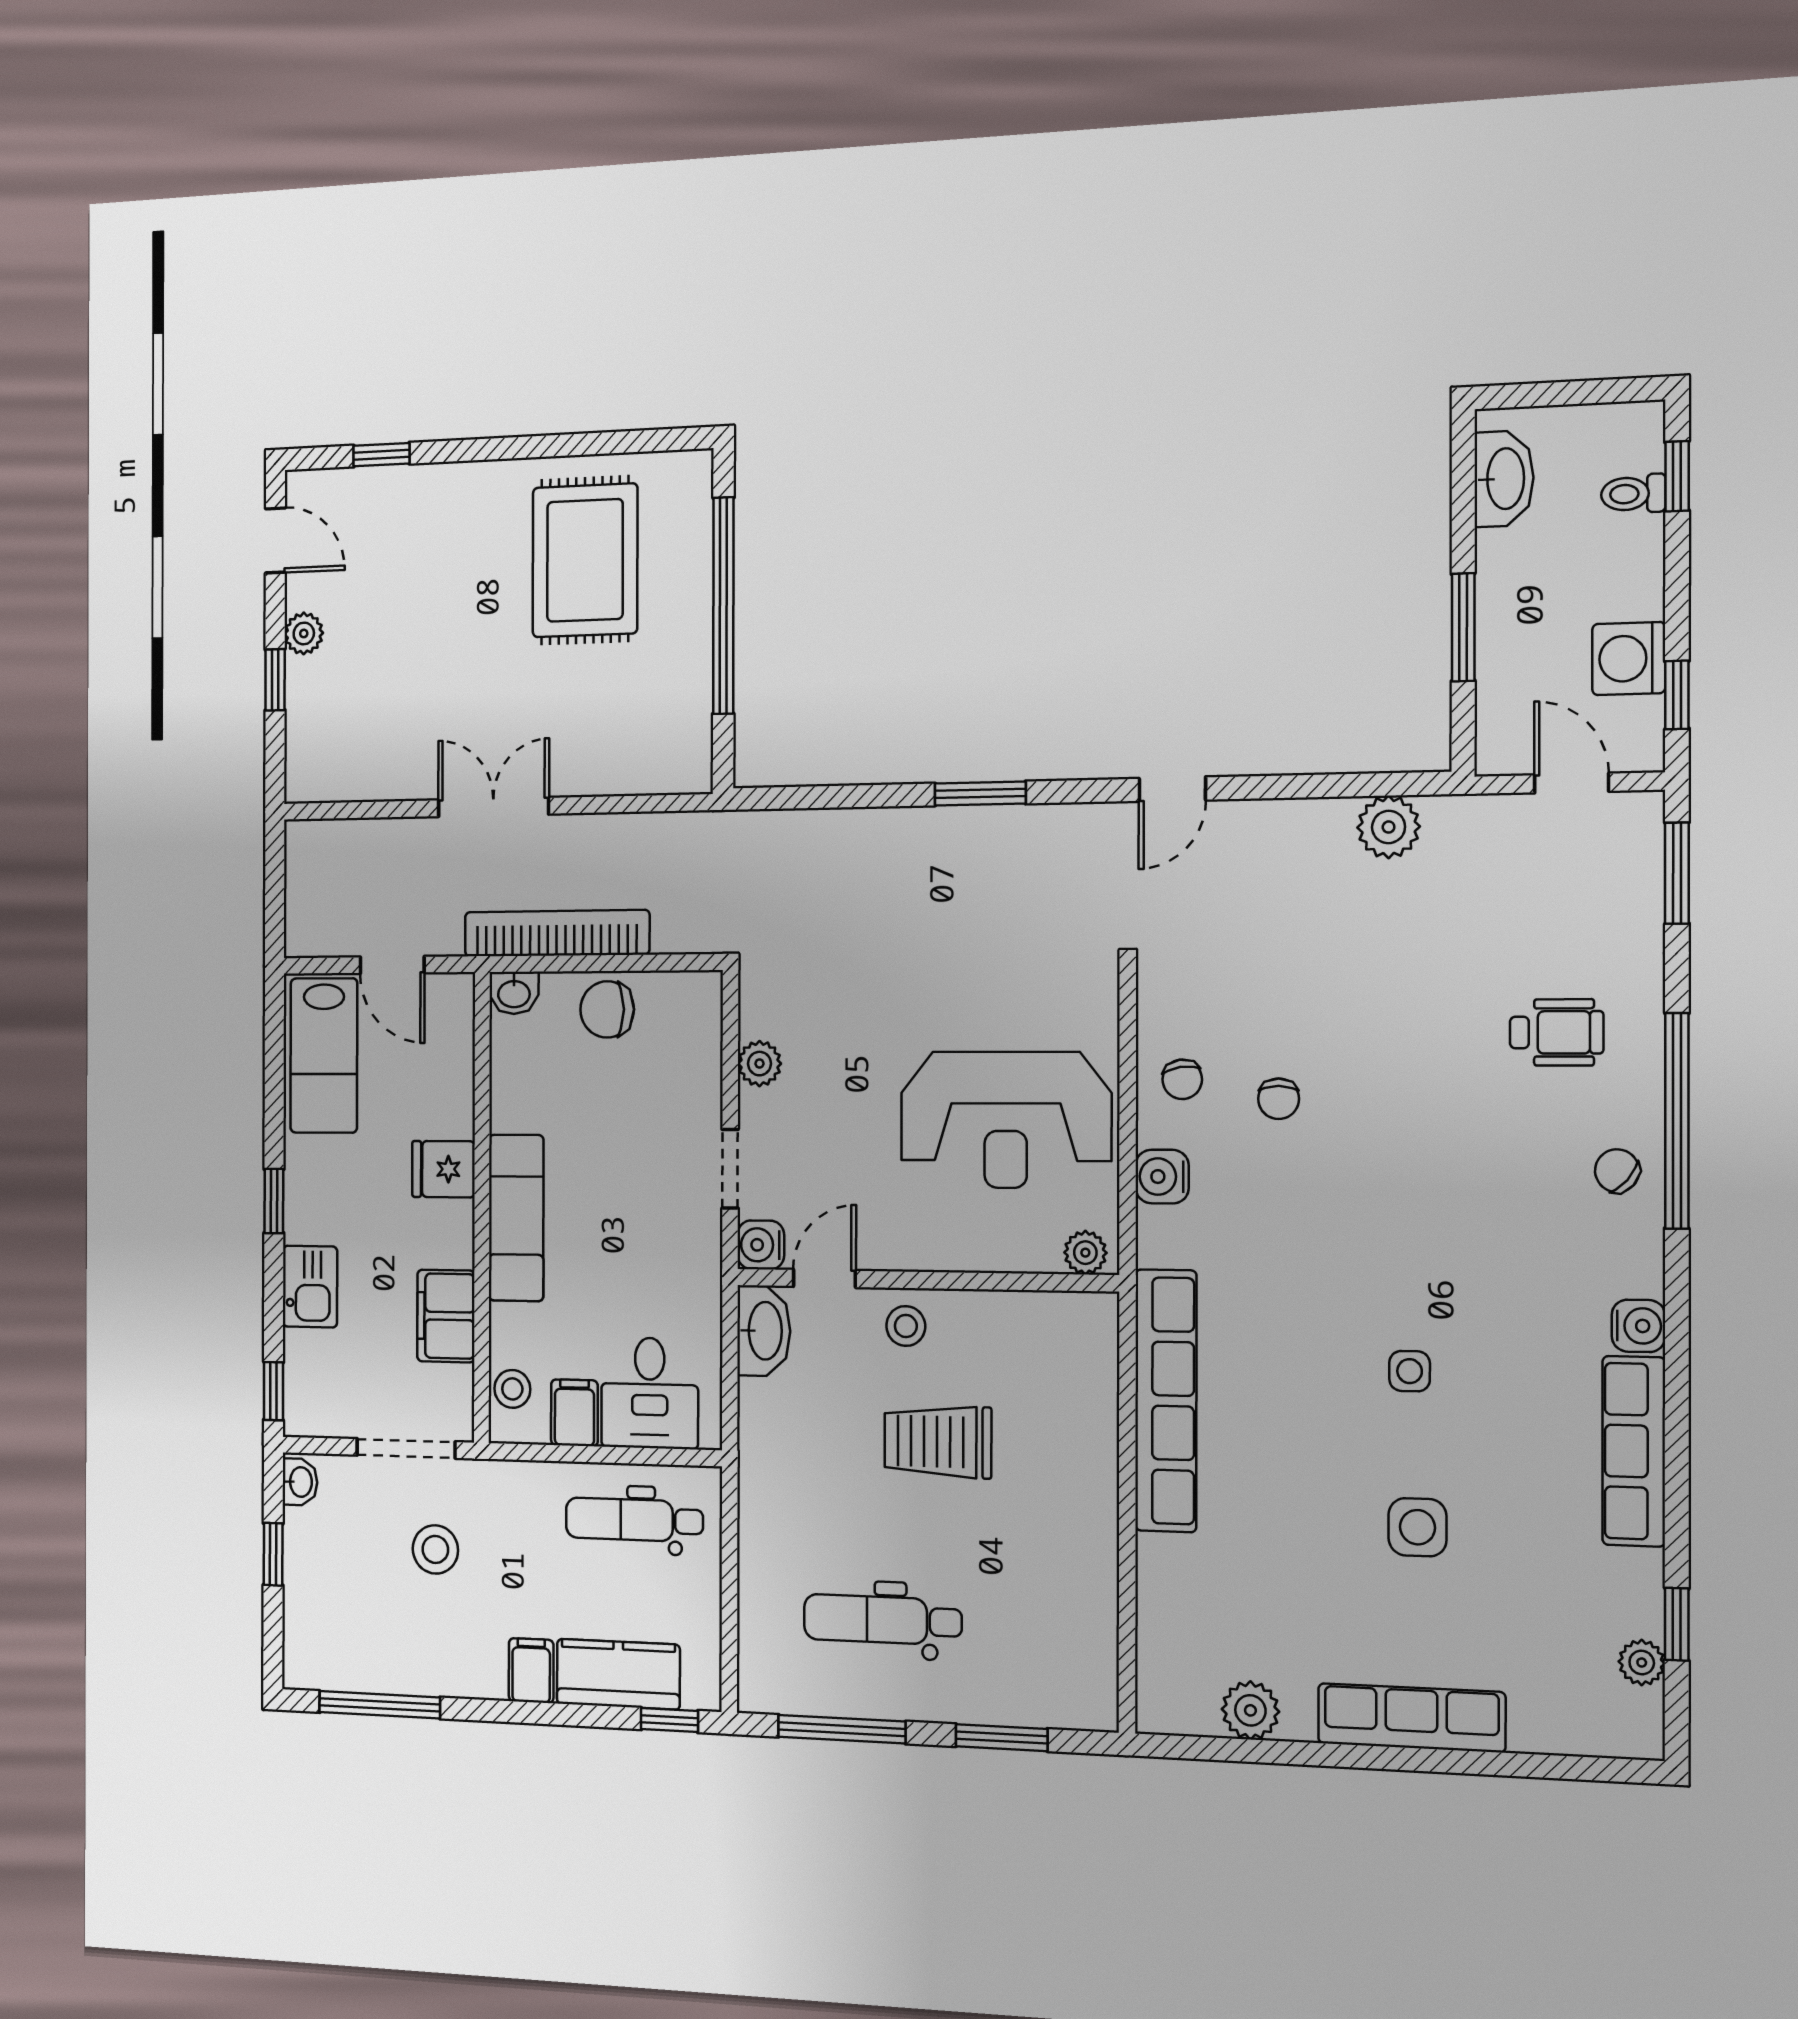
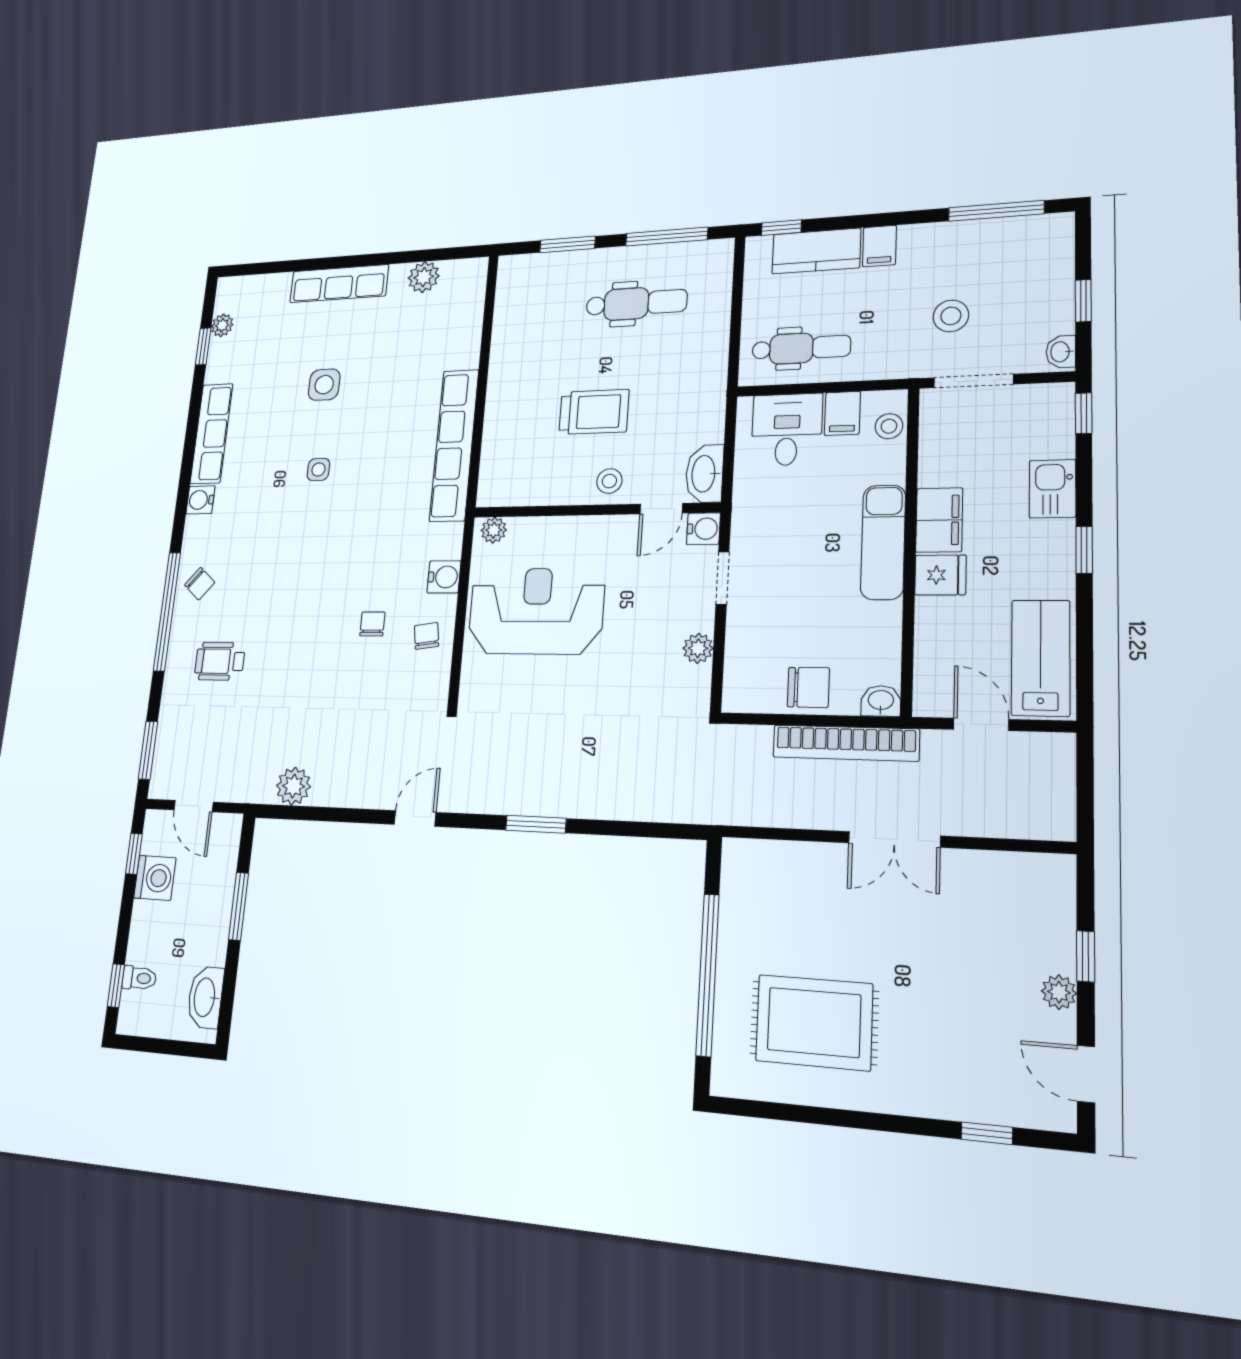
rug: (585, 560) -> (814, 1022), turned 90
filing cabinet: (446, 1316) -> (939, 520), moved

